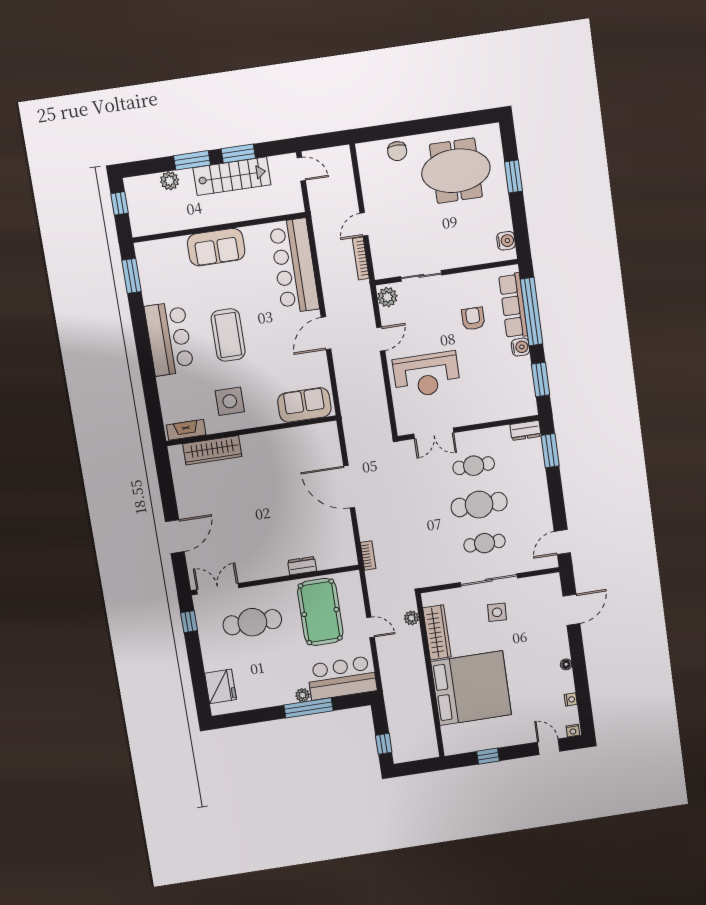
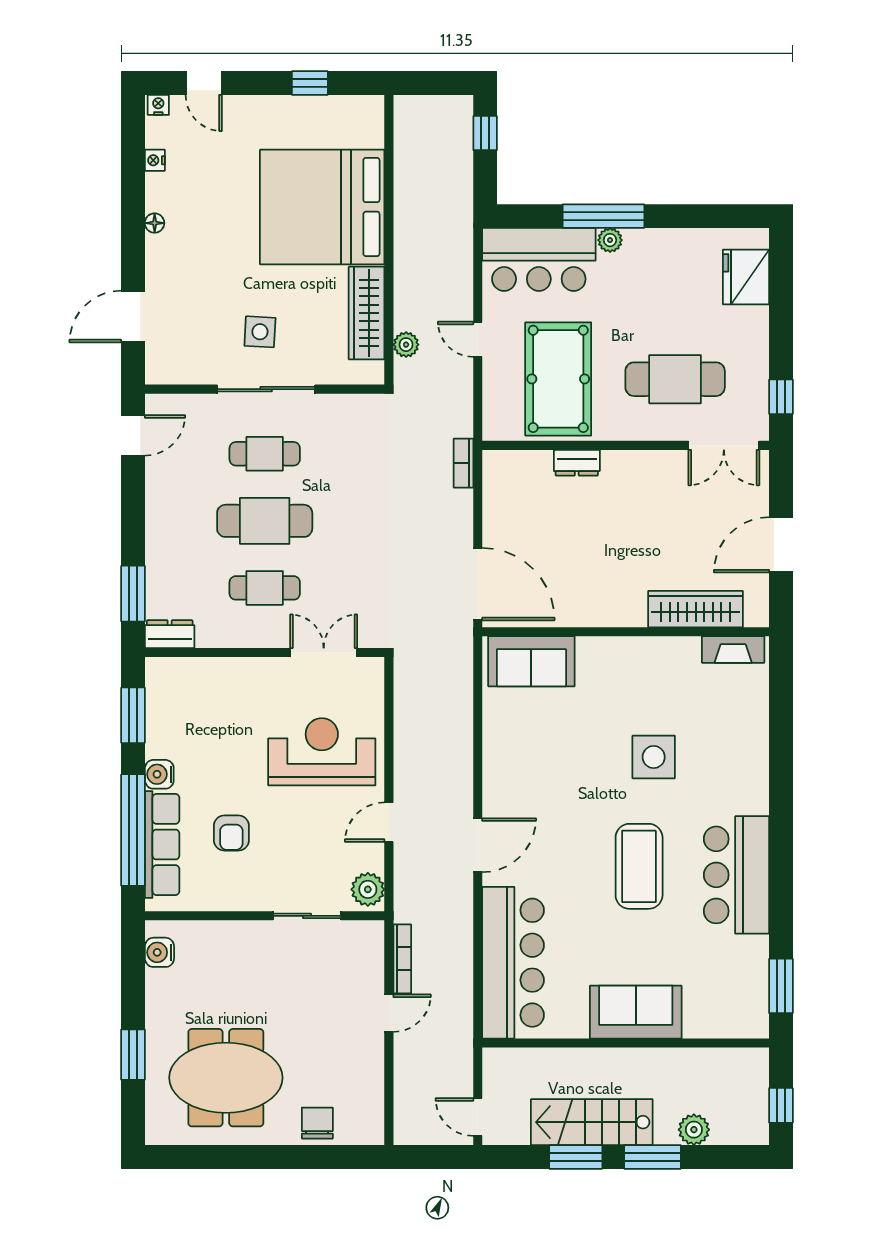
sofa: (304, 405) -> (531, 661), moved
fireplace: (186, 430) -> (733, 650), moved
wall: (251, 431) -> (626, 632), moved
wardrobe: (212, 450) -> (696, 609), moved

